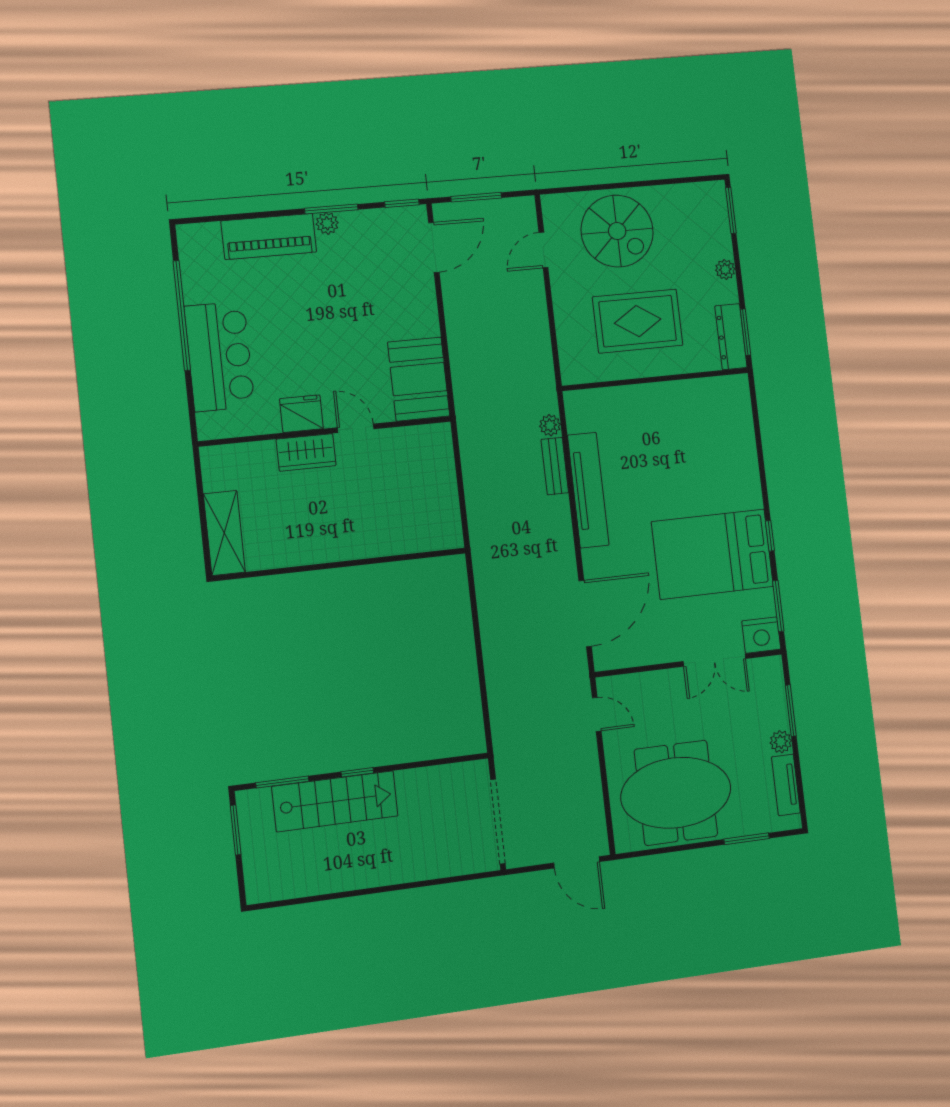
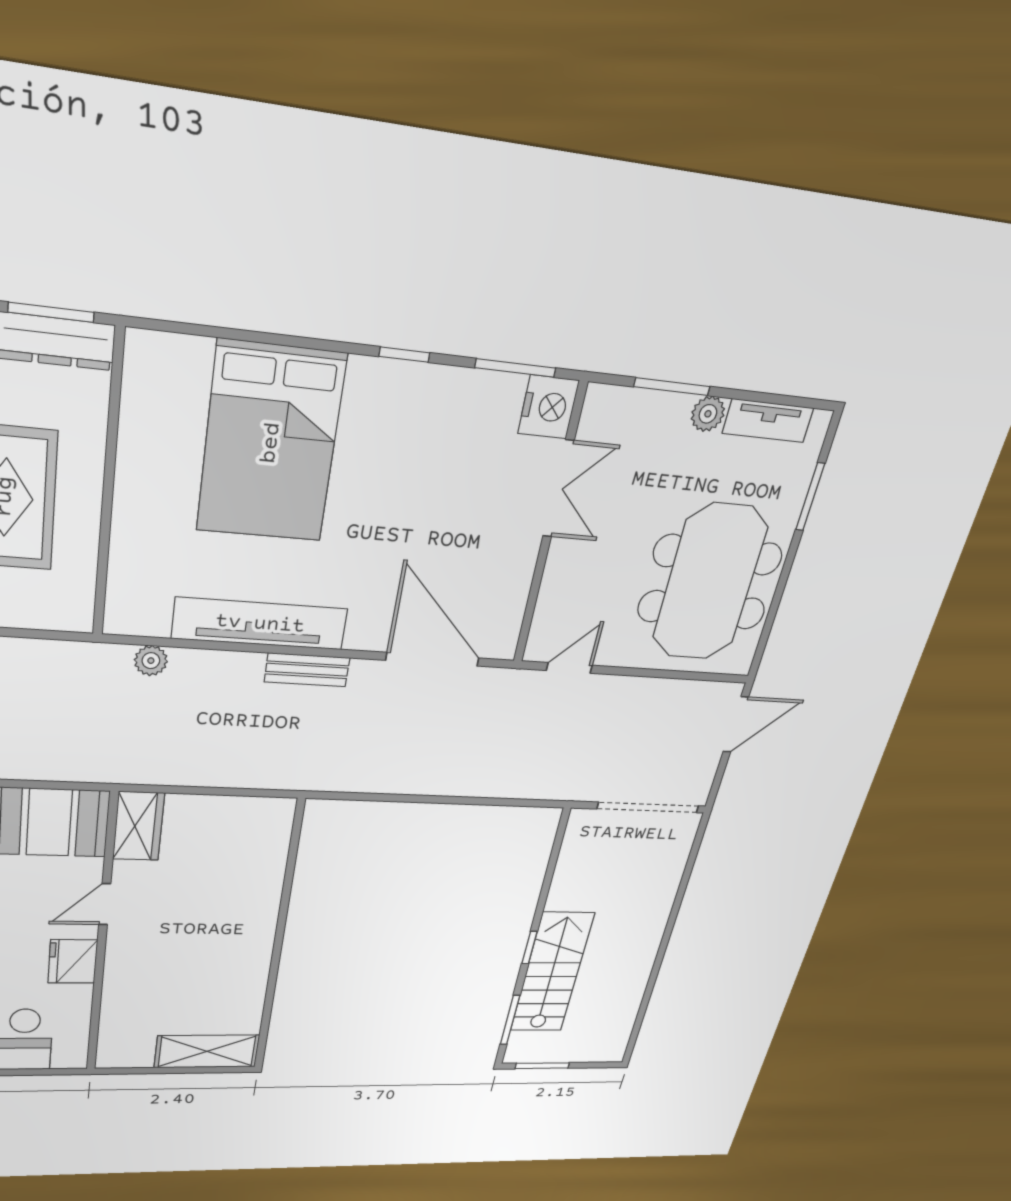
wardrobe: (306, 452) -> (138, 826), moved
bench: (555, 466) -> (307, 670), moved
bed: (712, 554) -> (271, 443), moved

